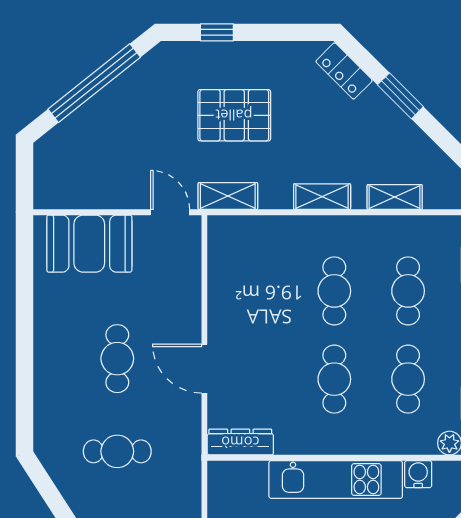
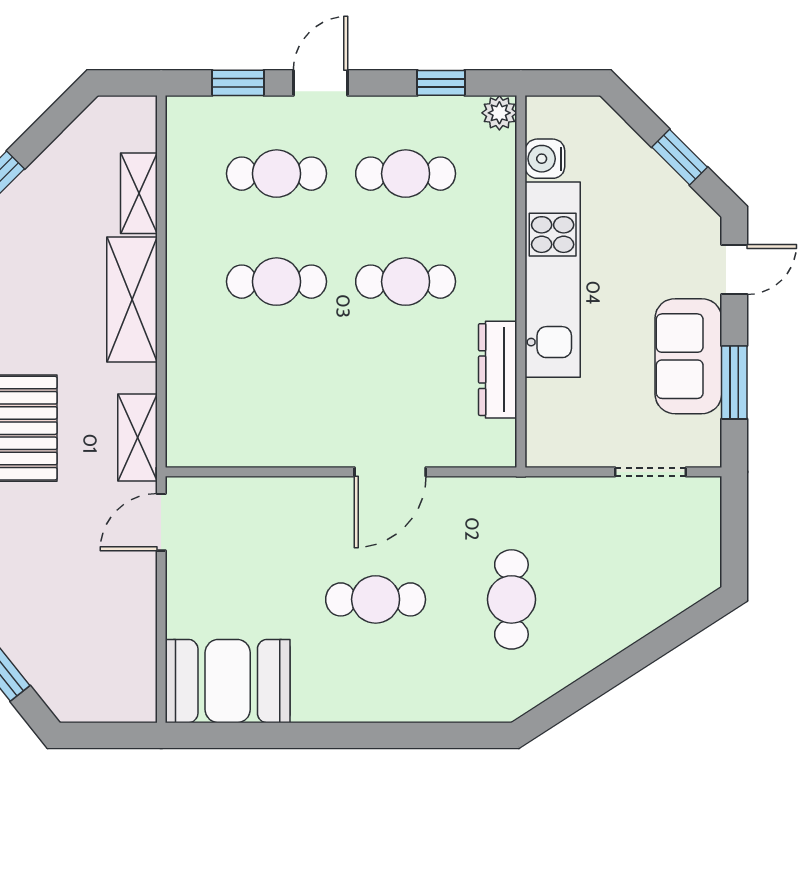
shelving: (322, 197) -> (132, 300), width x1.50, depth x1.33
booth: (89, 244) -> (228, 681), moved, turned 90
dresser: (240, 442) -> (498, 370), moved

